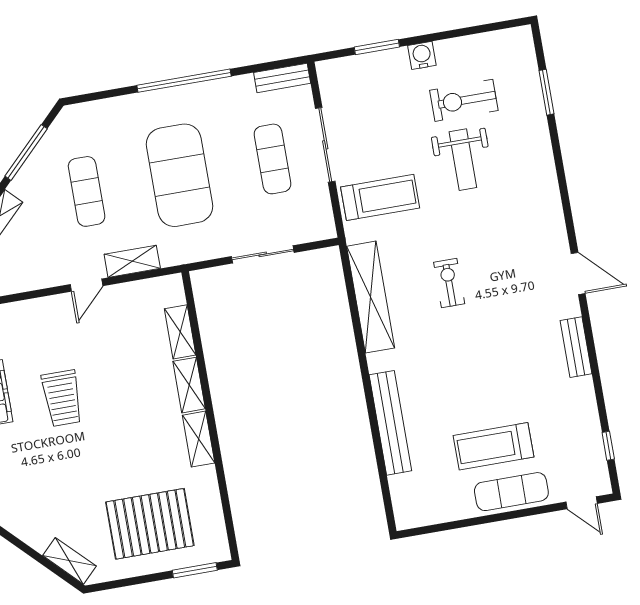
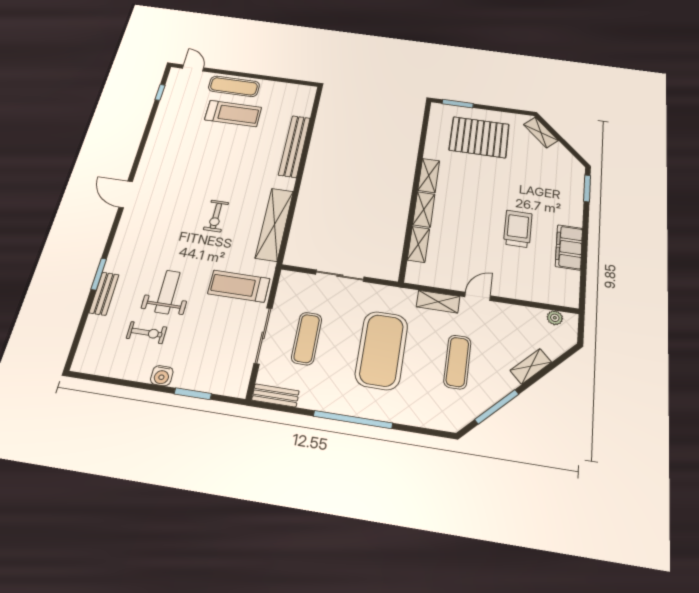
window: (547, 92) -> (99, 274), moved
exercise bike: (464, 100) -> (147, 333), width x0.73, depth x0.72
bench: (576, 347) -> (104, 294), moved

